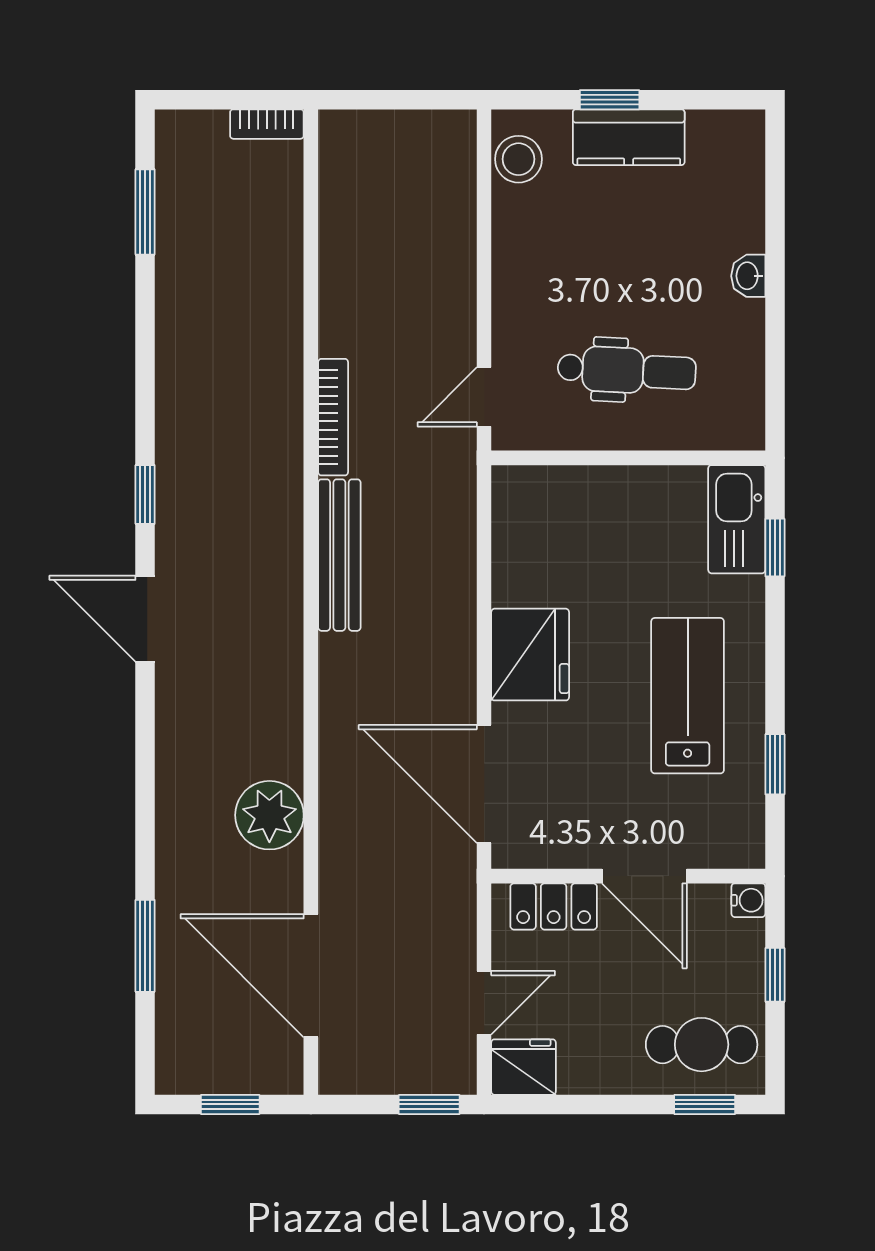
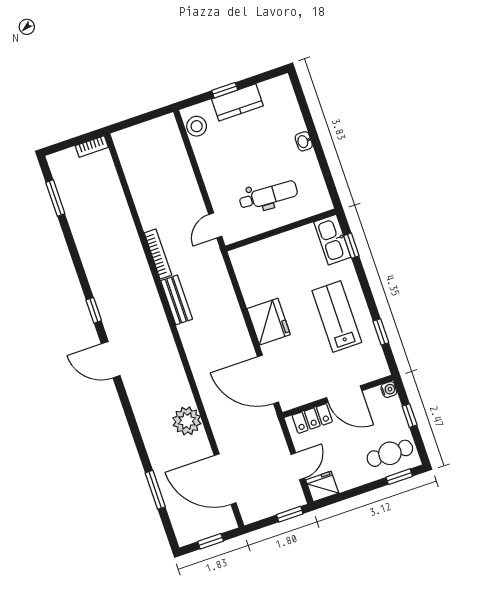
bench: (339, 555) -> (177, 300), width x0.73

